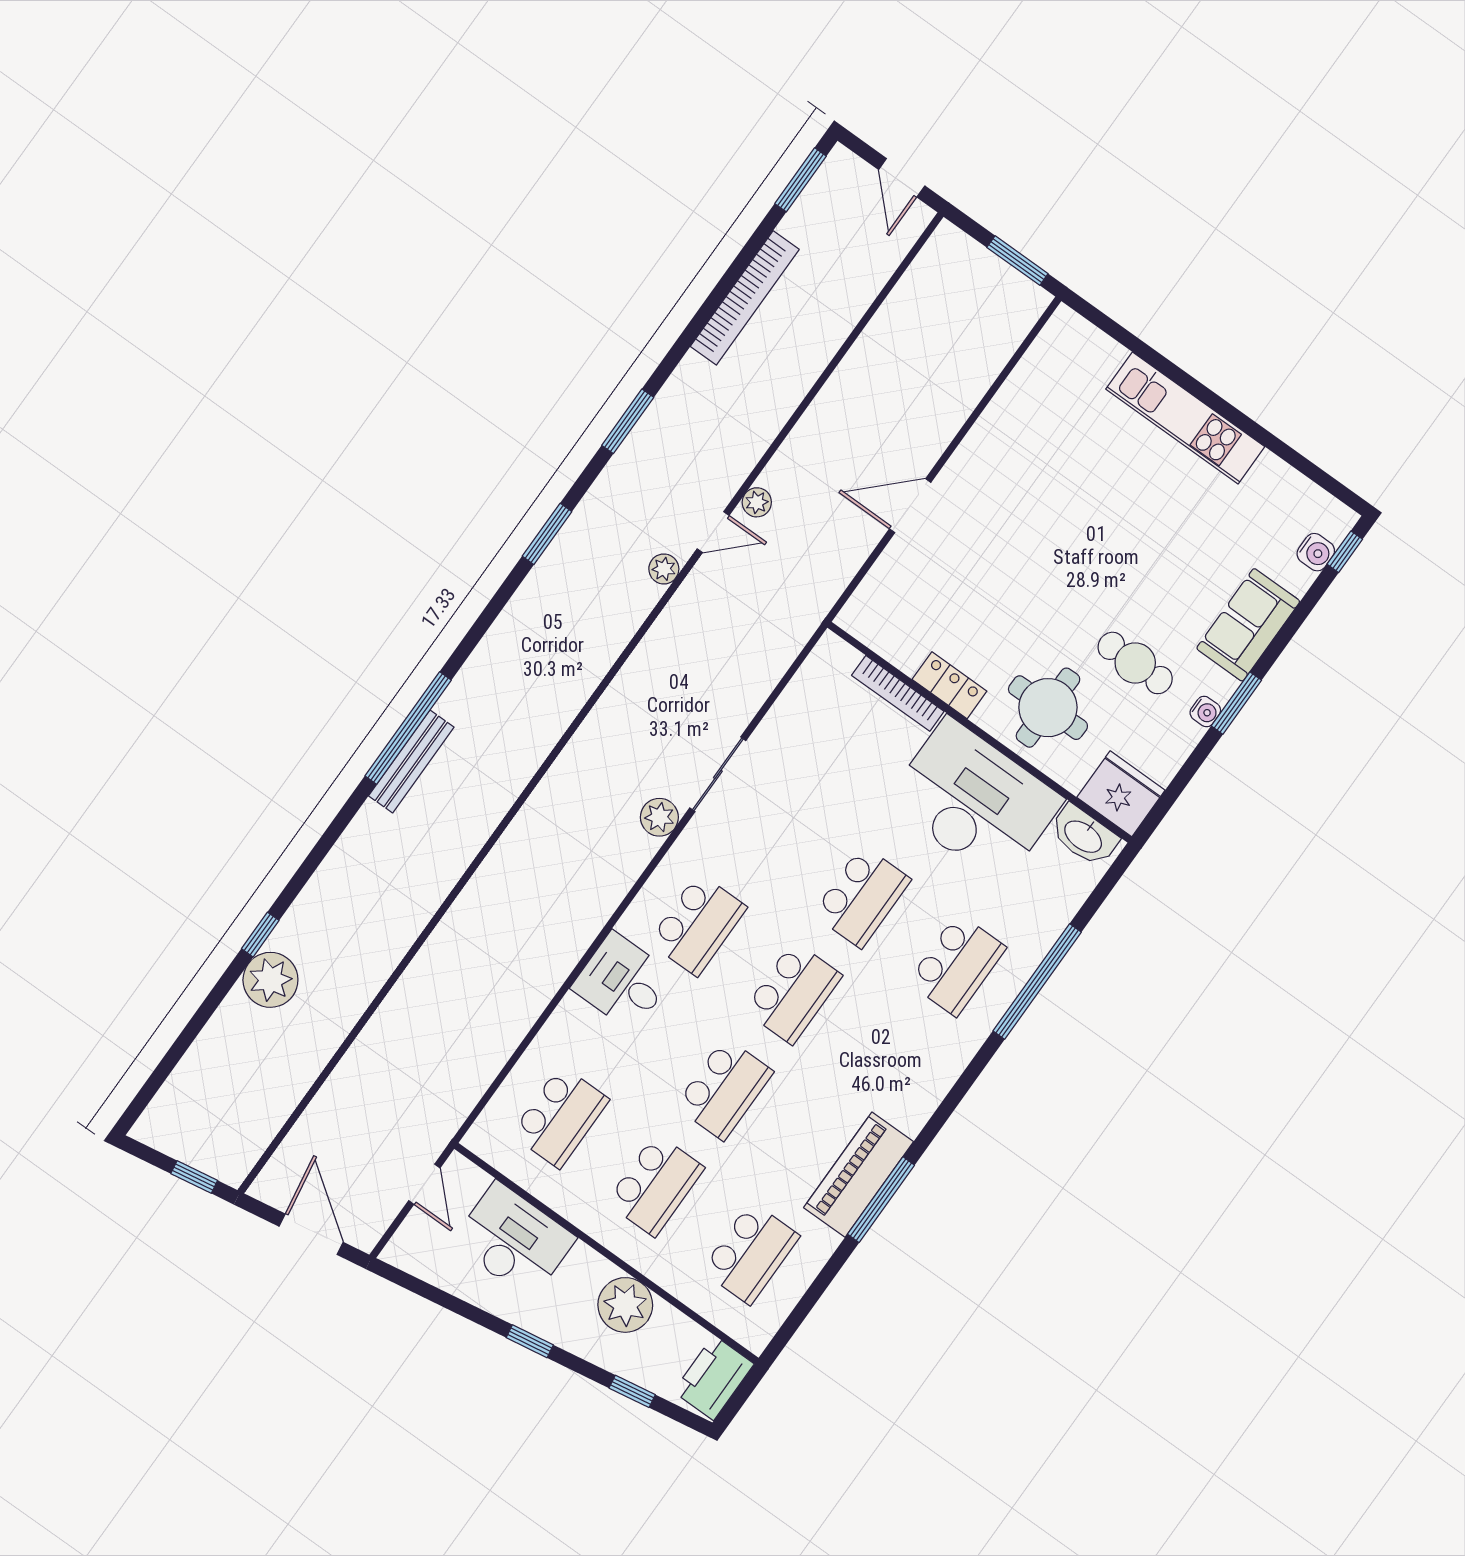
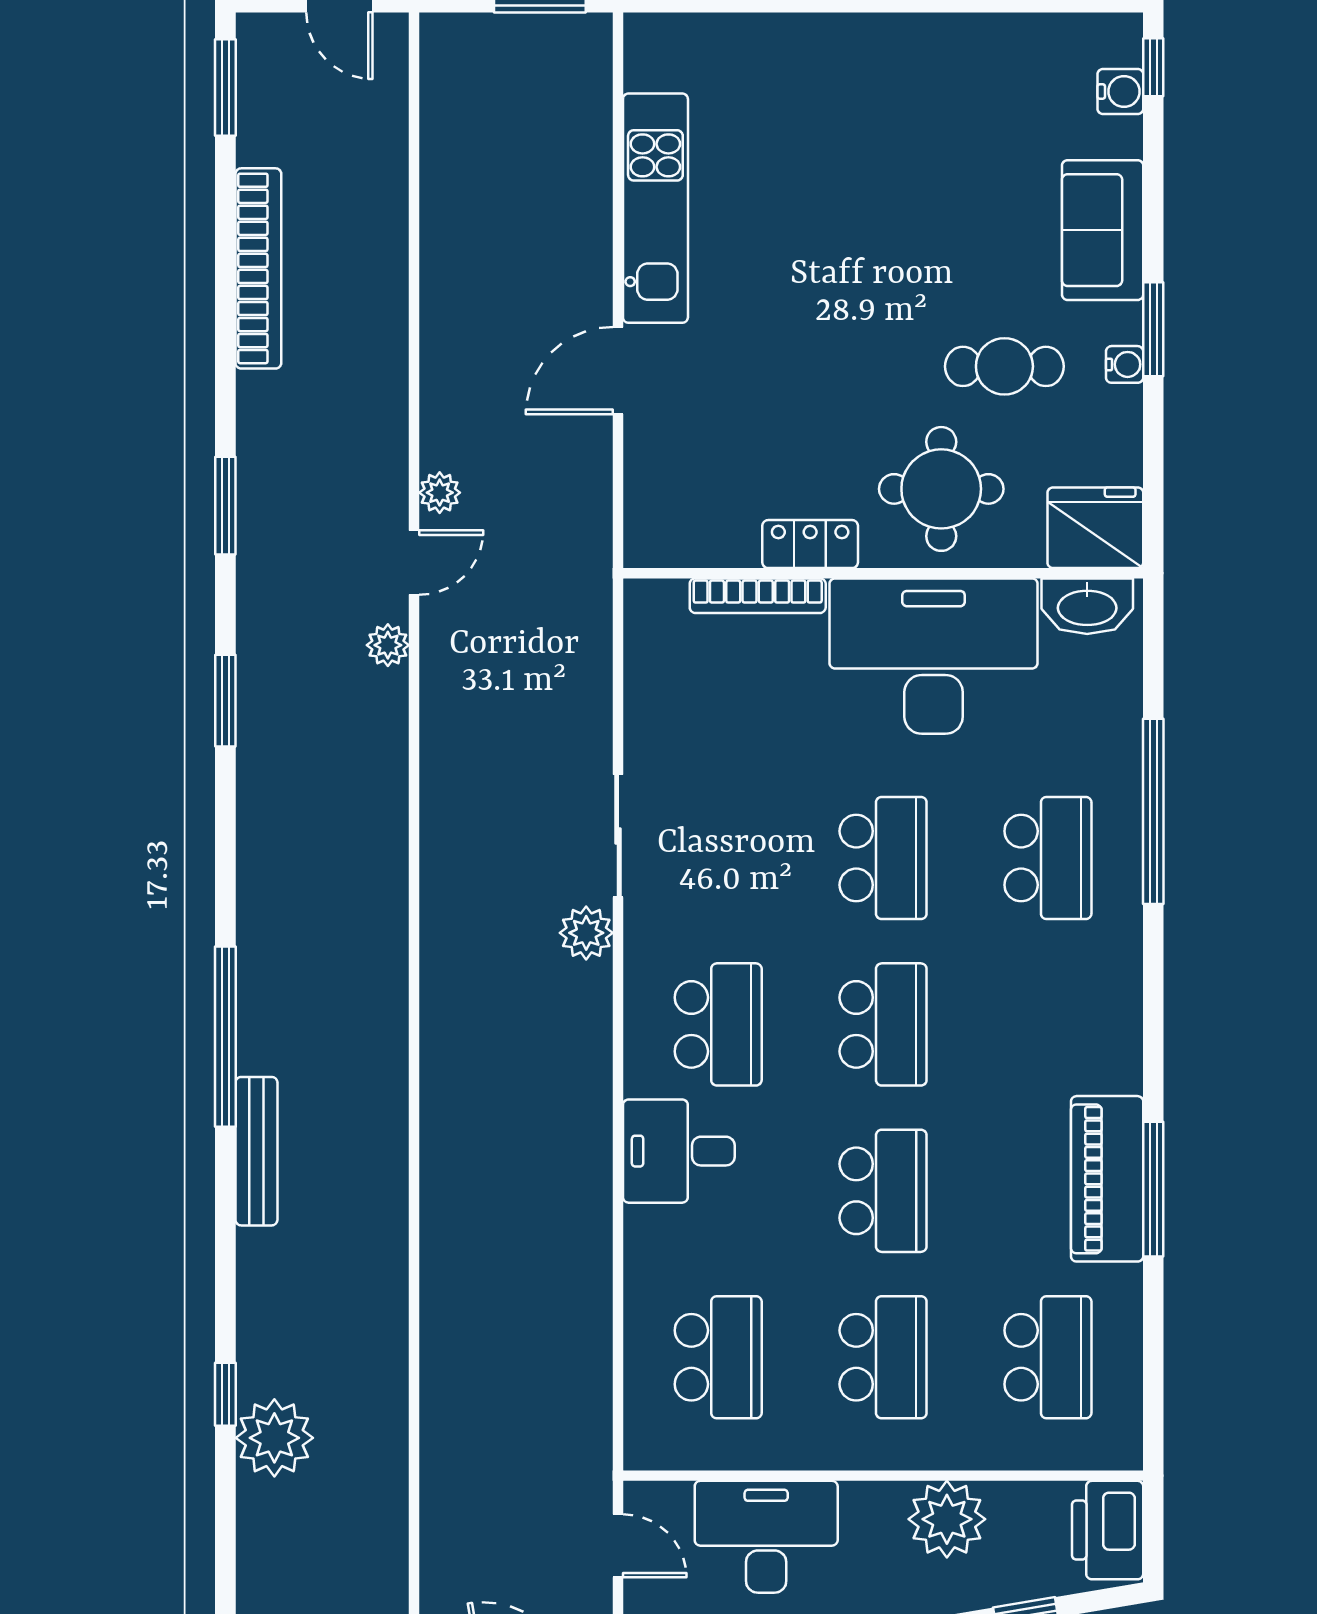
kitchen unit: (1185, 418) -> (655, 208), moved, turned -90
bench: (411, 761) -> (256, 1151), moved

